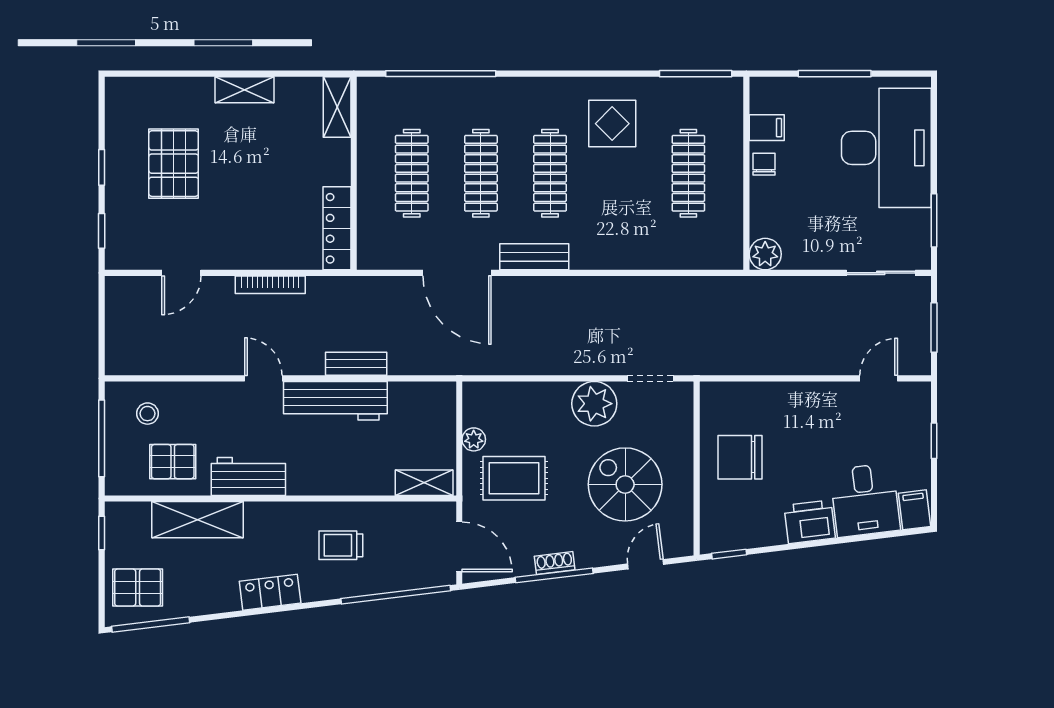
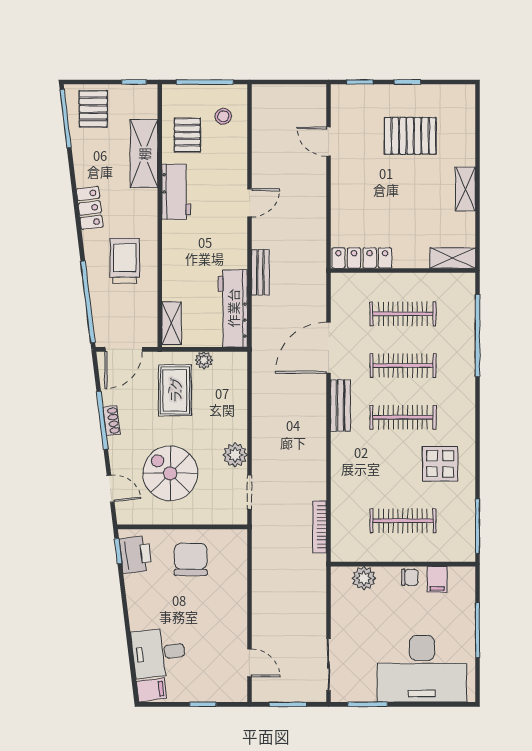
plant: (765, 254) -> (364, 578), moved
bookcase: (270, 285) -> (320, 527), moved
workbench: (335, 401) -> (233, 308), moved
plant: (594, 404) -> (235, 455), width x0.73, depth x0.73
spiral stairs: (625, 484) -> (170, 473), turned -90
printer: (810, 522) -> (135, 555), moved
trolley: (341, 545) -> (125, 261), width x1.36, depth x1.39

